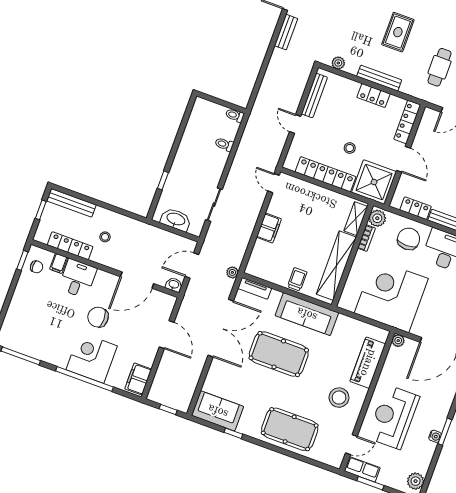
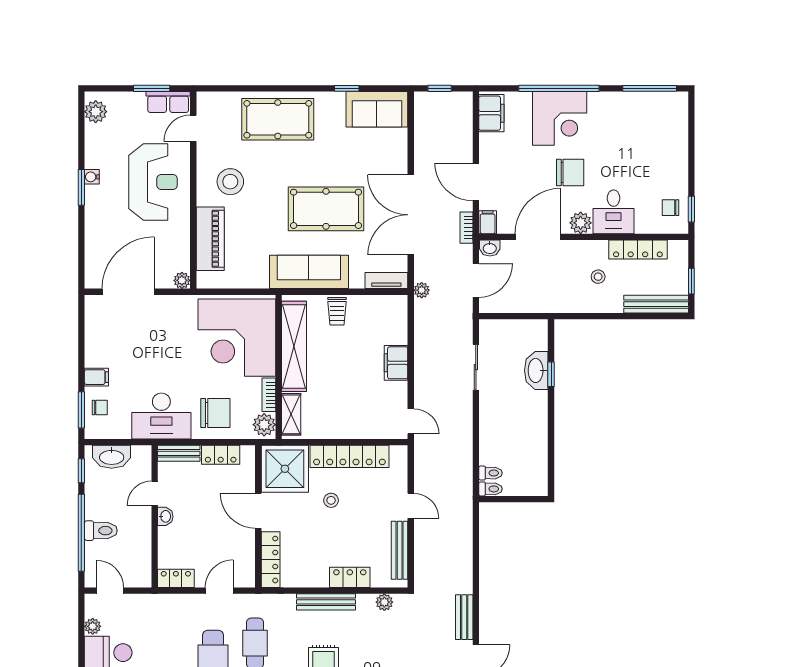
locker: (373, 95) -> (350, 577), moved
toilet: (224, 144) -> (490, 473), moved
washbasin: (176, 219) -> (536, 370), moved, turned 90
chair: (409, 239) -> (215, 413), turned -90
filing cabinet: (59, 263) -> (488, 222), moved
plant: (104, 279) -> (581, 223), added
corner desk: (391, 296) -> (237, 338), moved, turned 90
bookcase: (185, 305) -> (466, 228), added

